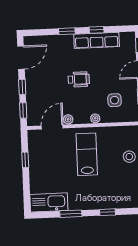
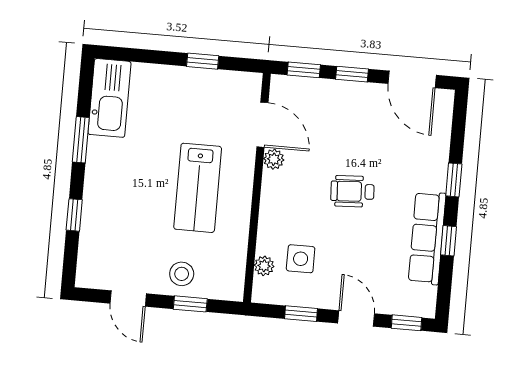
wheelchair: (79, 79) -> (352, 191), turned 87
plant: (95, 118) -> (264, 266), moved
lab bench: (87, 154) -> (198, 188), turned 90

